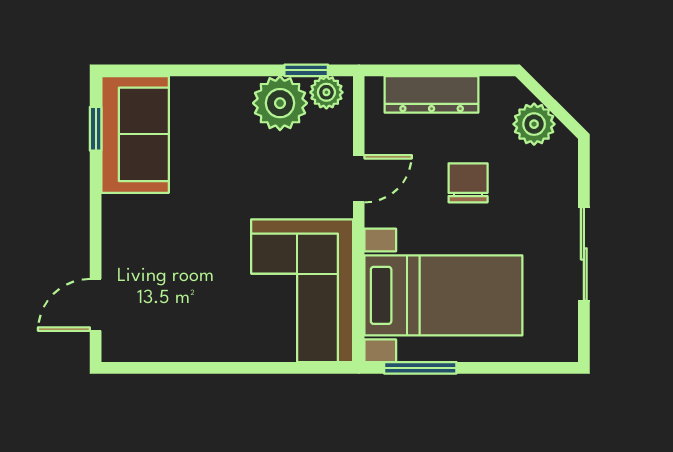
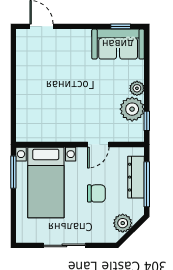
window: (448, 70) -> (147, 184), added
plant: (326, 92) -> (137, 88), moved
door: (359, 179) -> (98, 144), hinge flipped
corner sofa: (302, 291) -> (48, 119), removed

